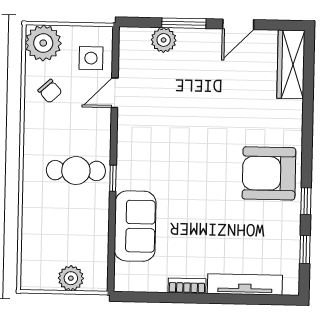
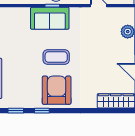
coffee table: (208, 173) -> (56, 57), added
sofa: (135, 226) -> (50, 18), moved

